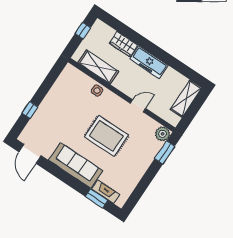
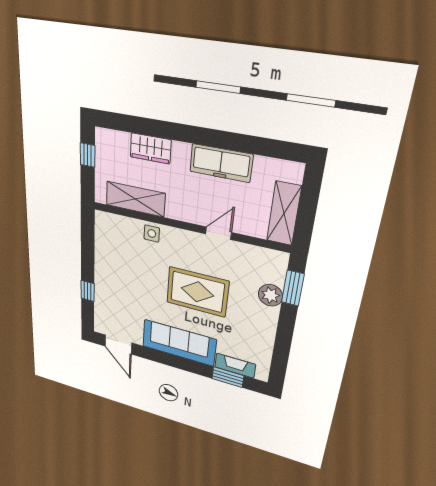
freezer: (149, 62) -> (221, 163), moved
shelving: (186, 99) -> (284, 213), moved
plant: (163, 134) -> (270, 295), moved

